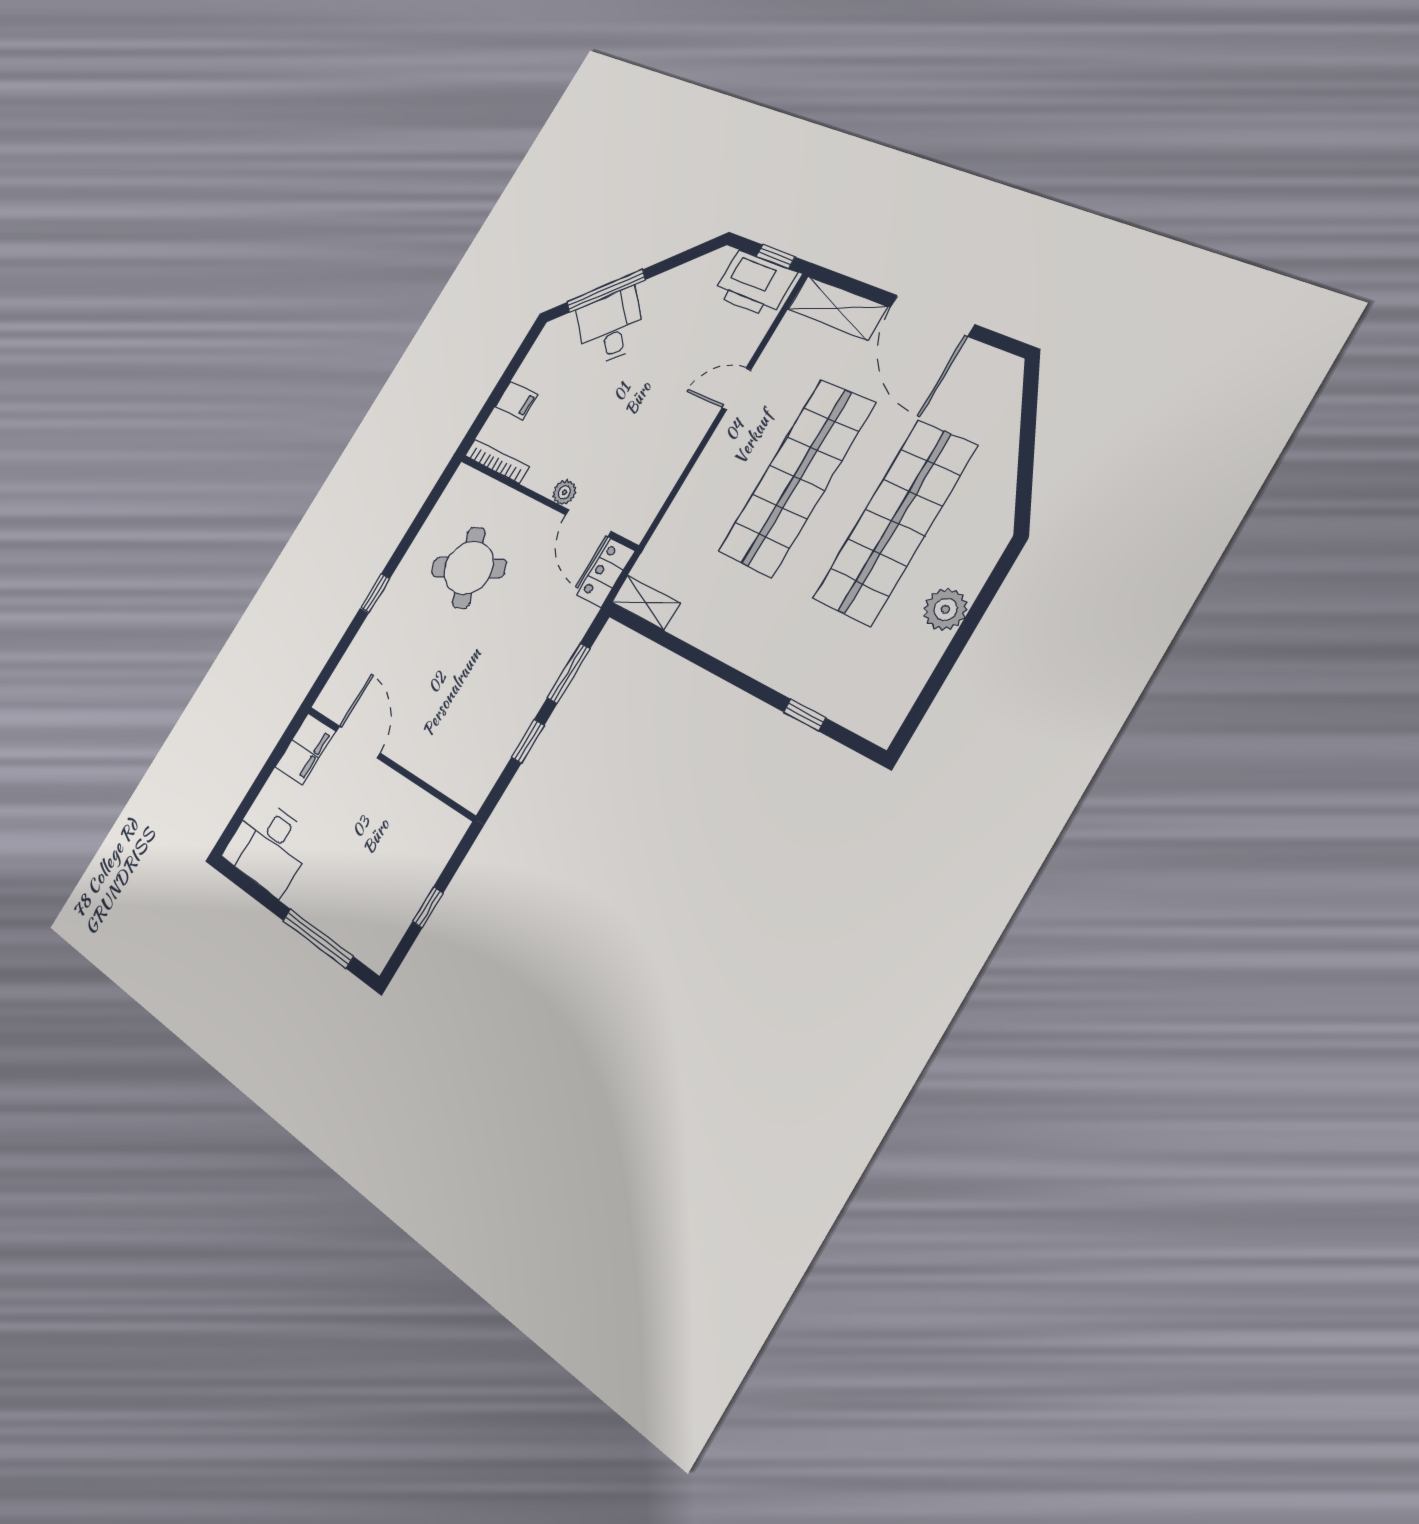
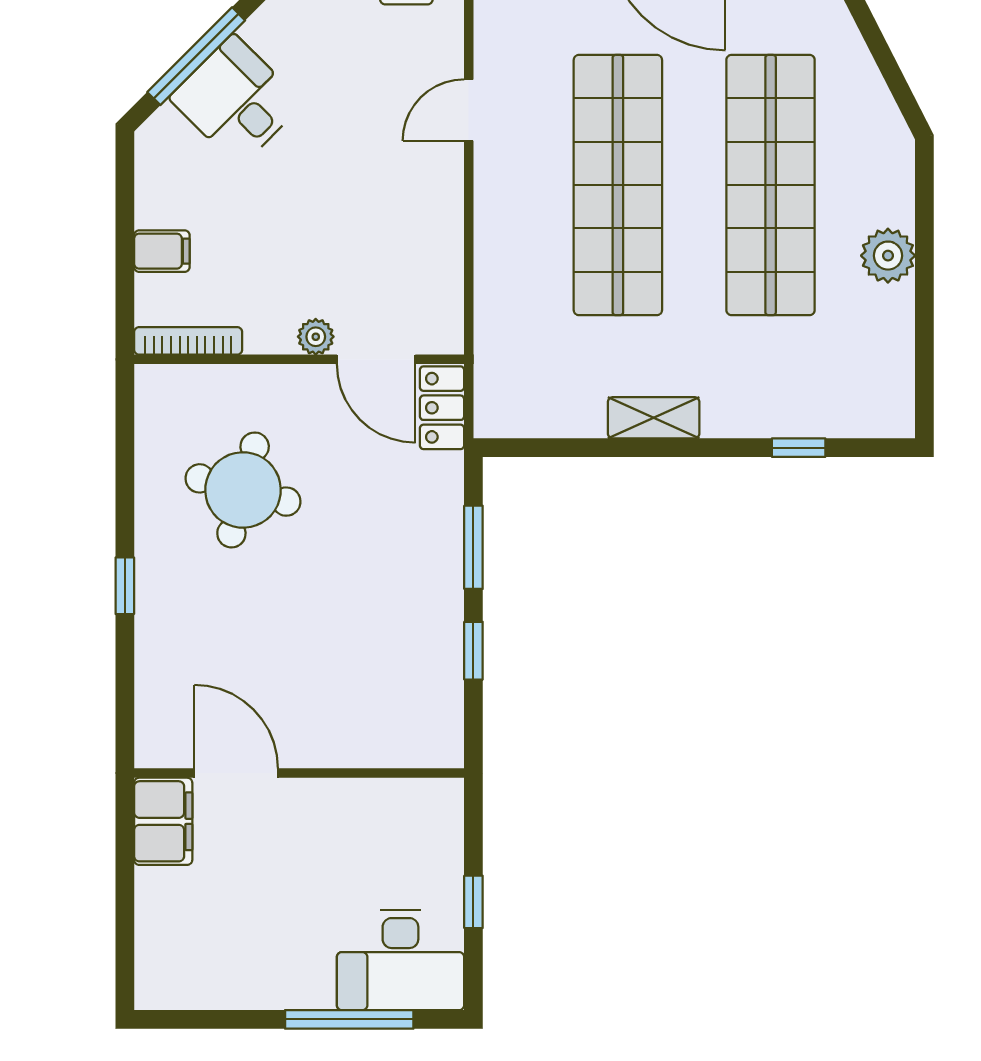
round table: (469, 568) -> (243, 490), turned 38
shelving: (646, 603) -> (654, 418), moved
desk: (269, 847) -> (400, 960), moved

